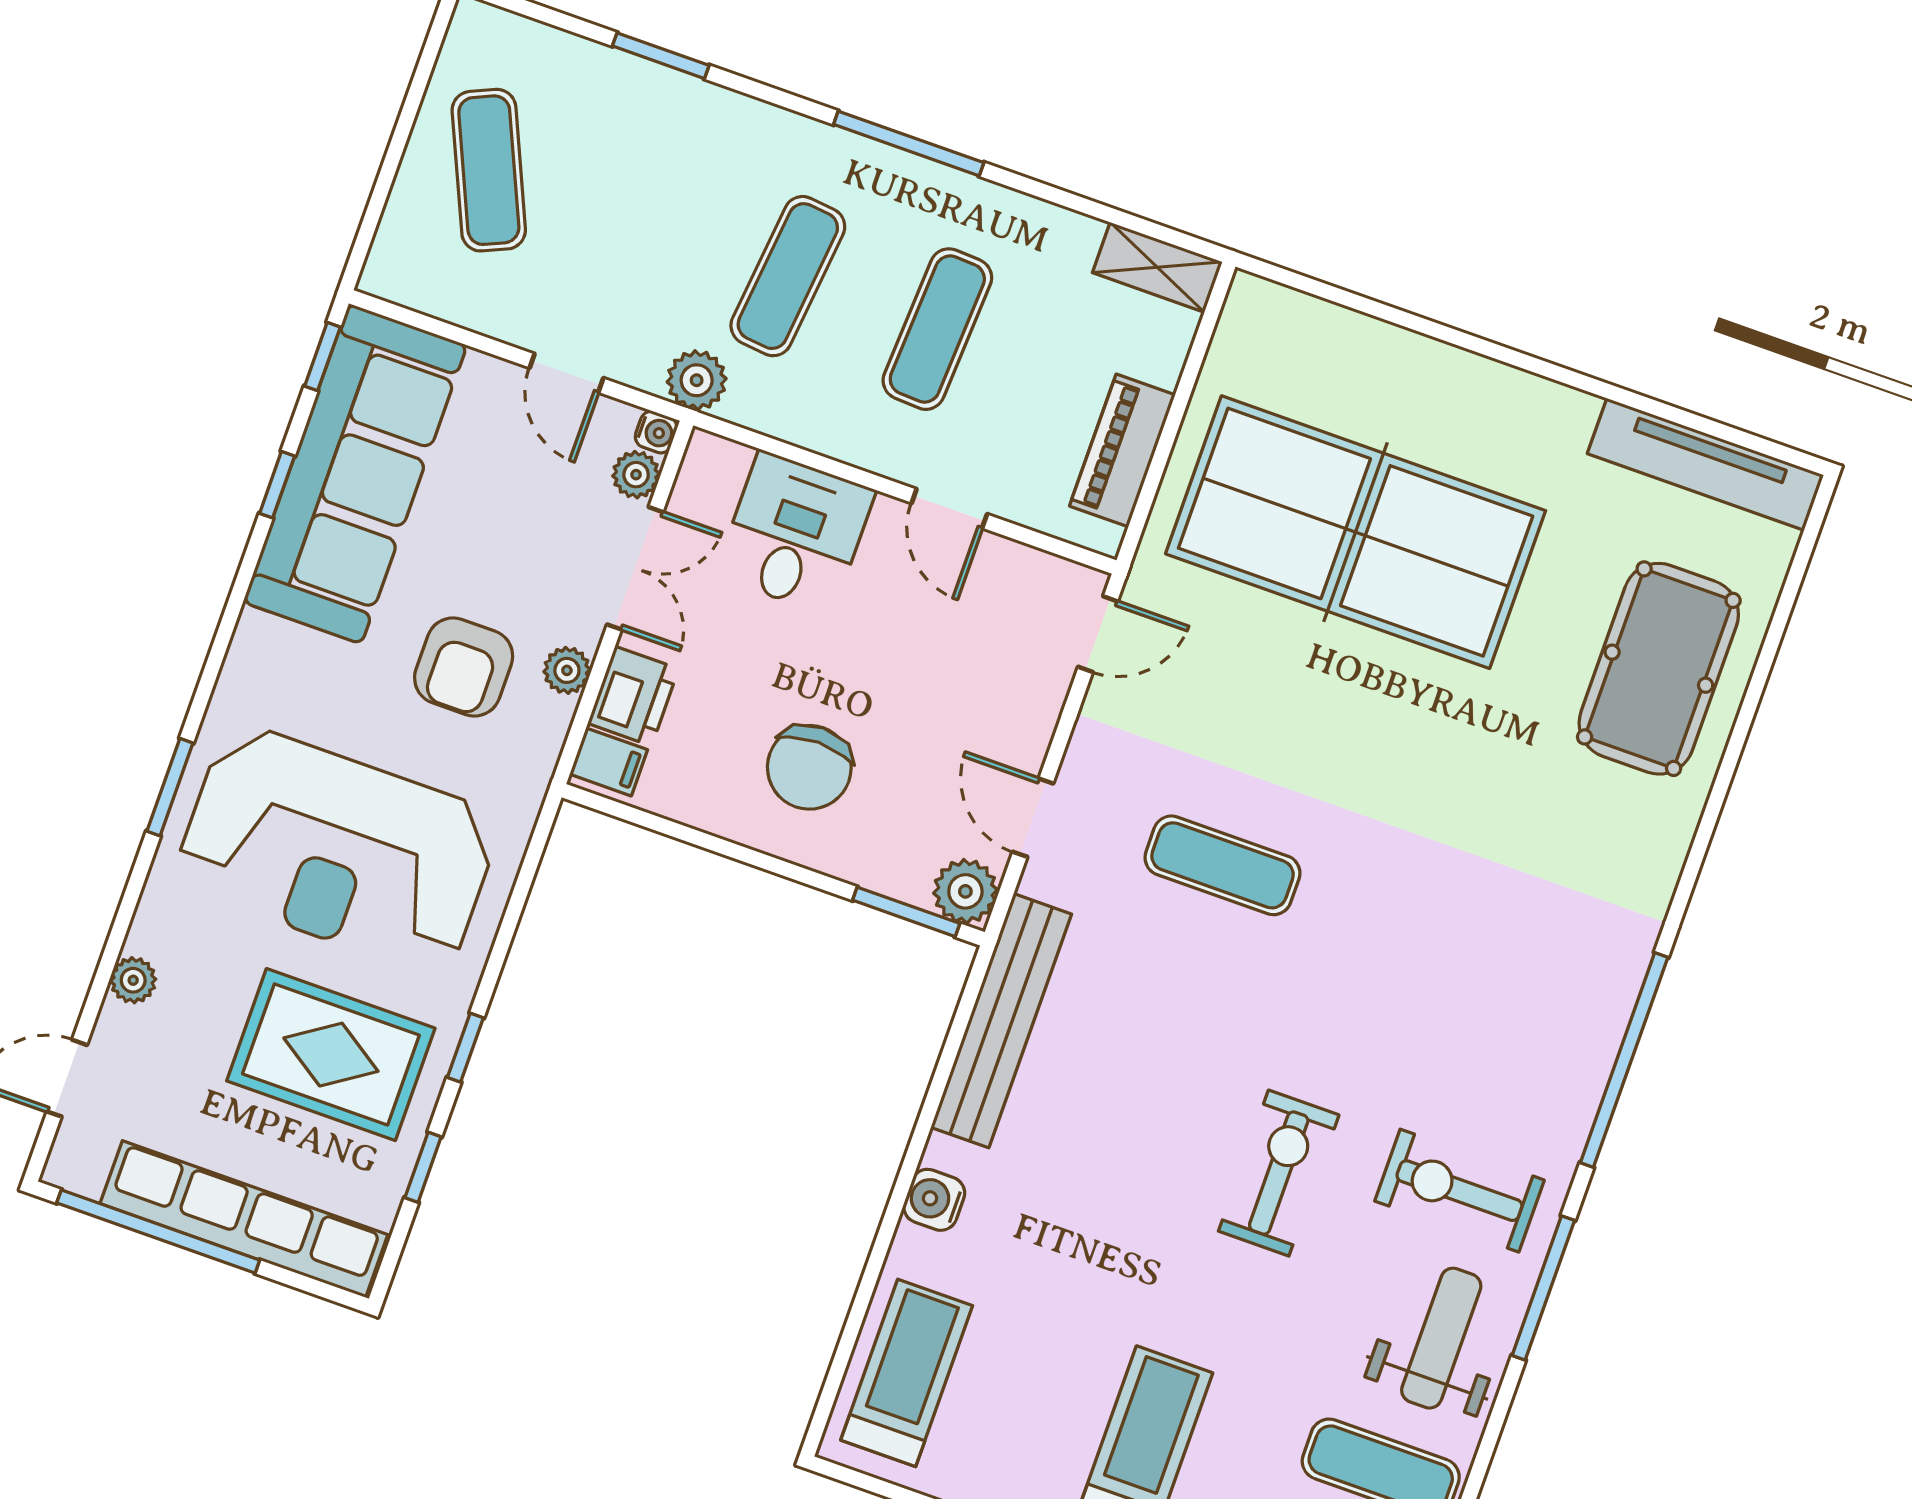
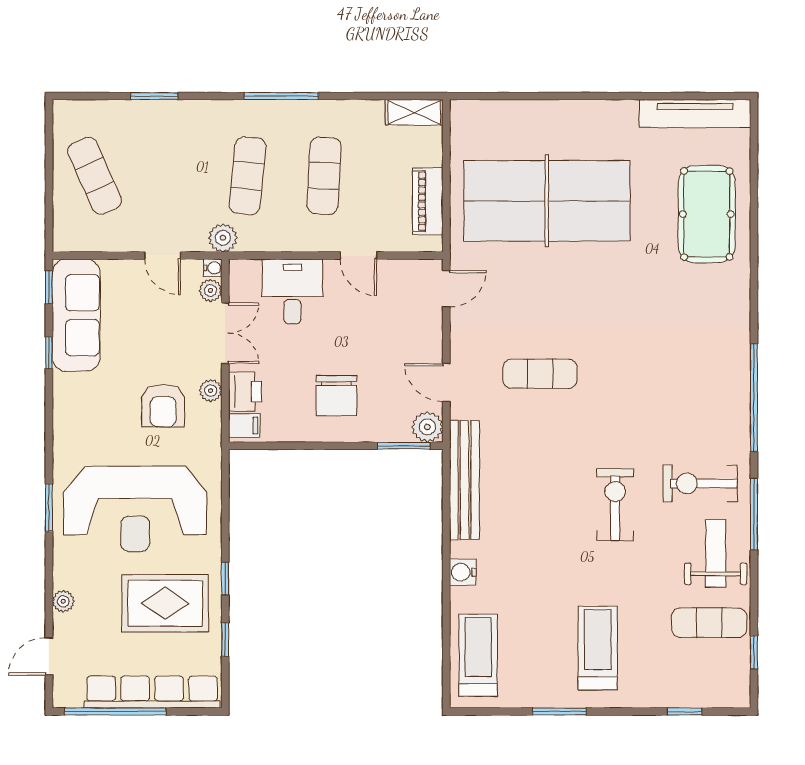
sofa: (355, 474) -> (76, 315), width x0.74, depth x0.79

